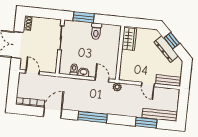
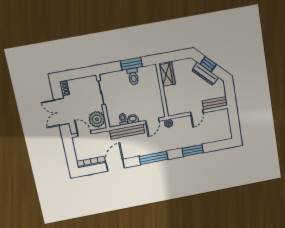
window: (84, 17) -> (131, 64), moved
plant: (49, 62) -> (97, 119), added
door: (102, 80) -> (152, 121), swing flipped
door: (148, 84) -> (197, 113), hinge flipped
bench: (160, 115) -> (127, 132), moved
window: (146, 123) -> (193, 150), moved

